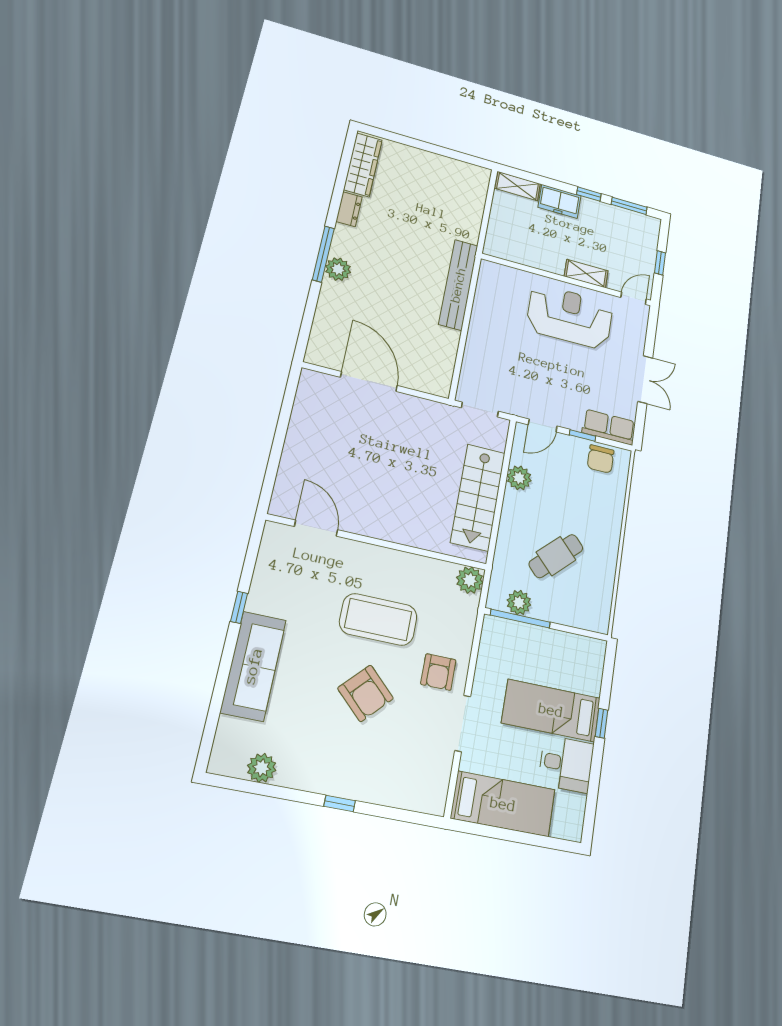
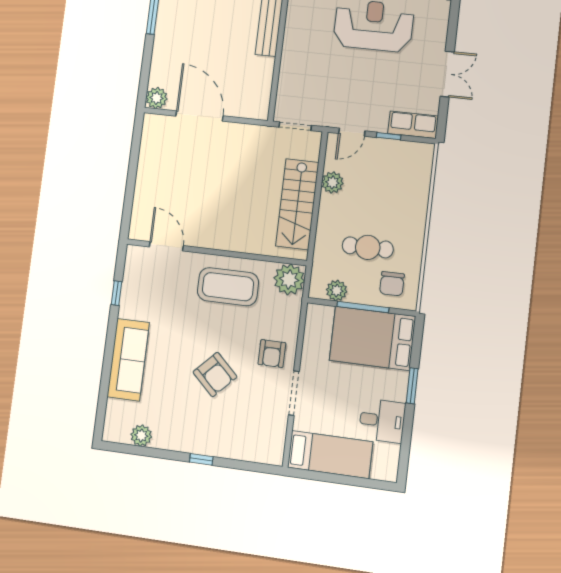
plant: (338, 269) -> (157, 98), moved
chair: (601, 459) -> (392, 284), moved
cafe table: (556, 556) -> (368, 247), turned 44
plant: (470, 580) -> (289, 279), width x1.36, depth x1.36
window: (239, 607) -> (116, 293), moved
coffee table: (378, 619) -> (228, 287), moved
window: (520, 619) -> (363, 307), moved
bed: (551, 710) -> (372, 338), moved, width x1.50
window: (601, 723) -> (412, 386), width x1.50

